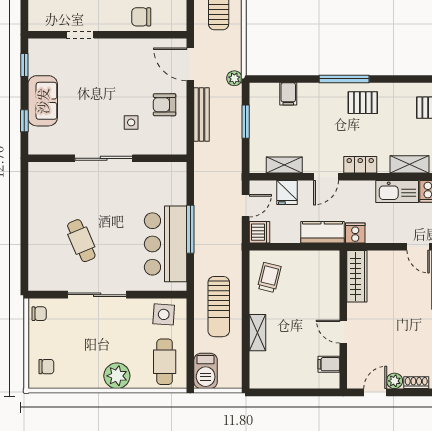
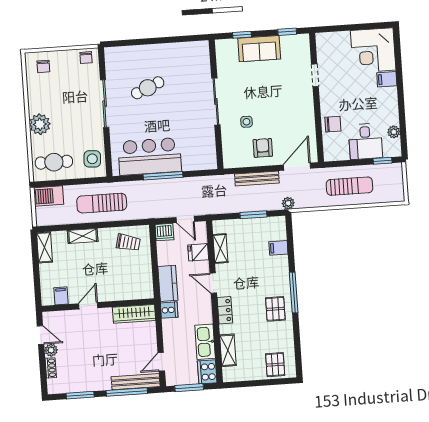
chair: (141, 17) -> (333, 124), turned 90
shelving: (268, 380) -> (45, 247), added

